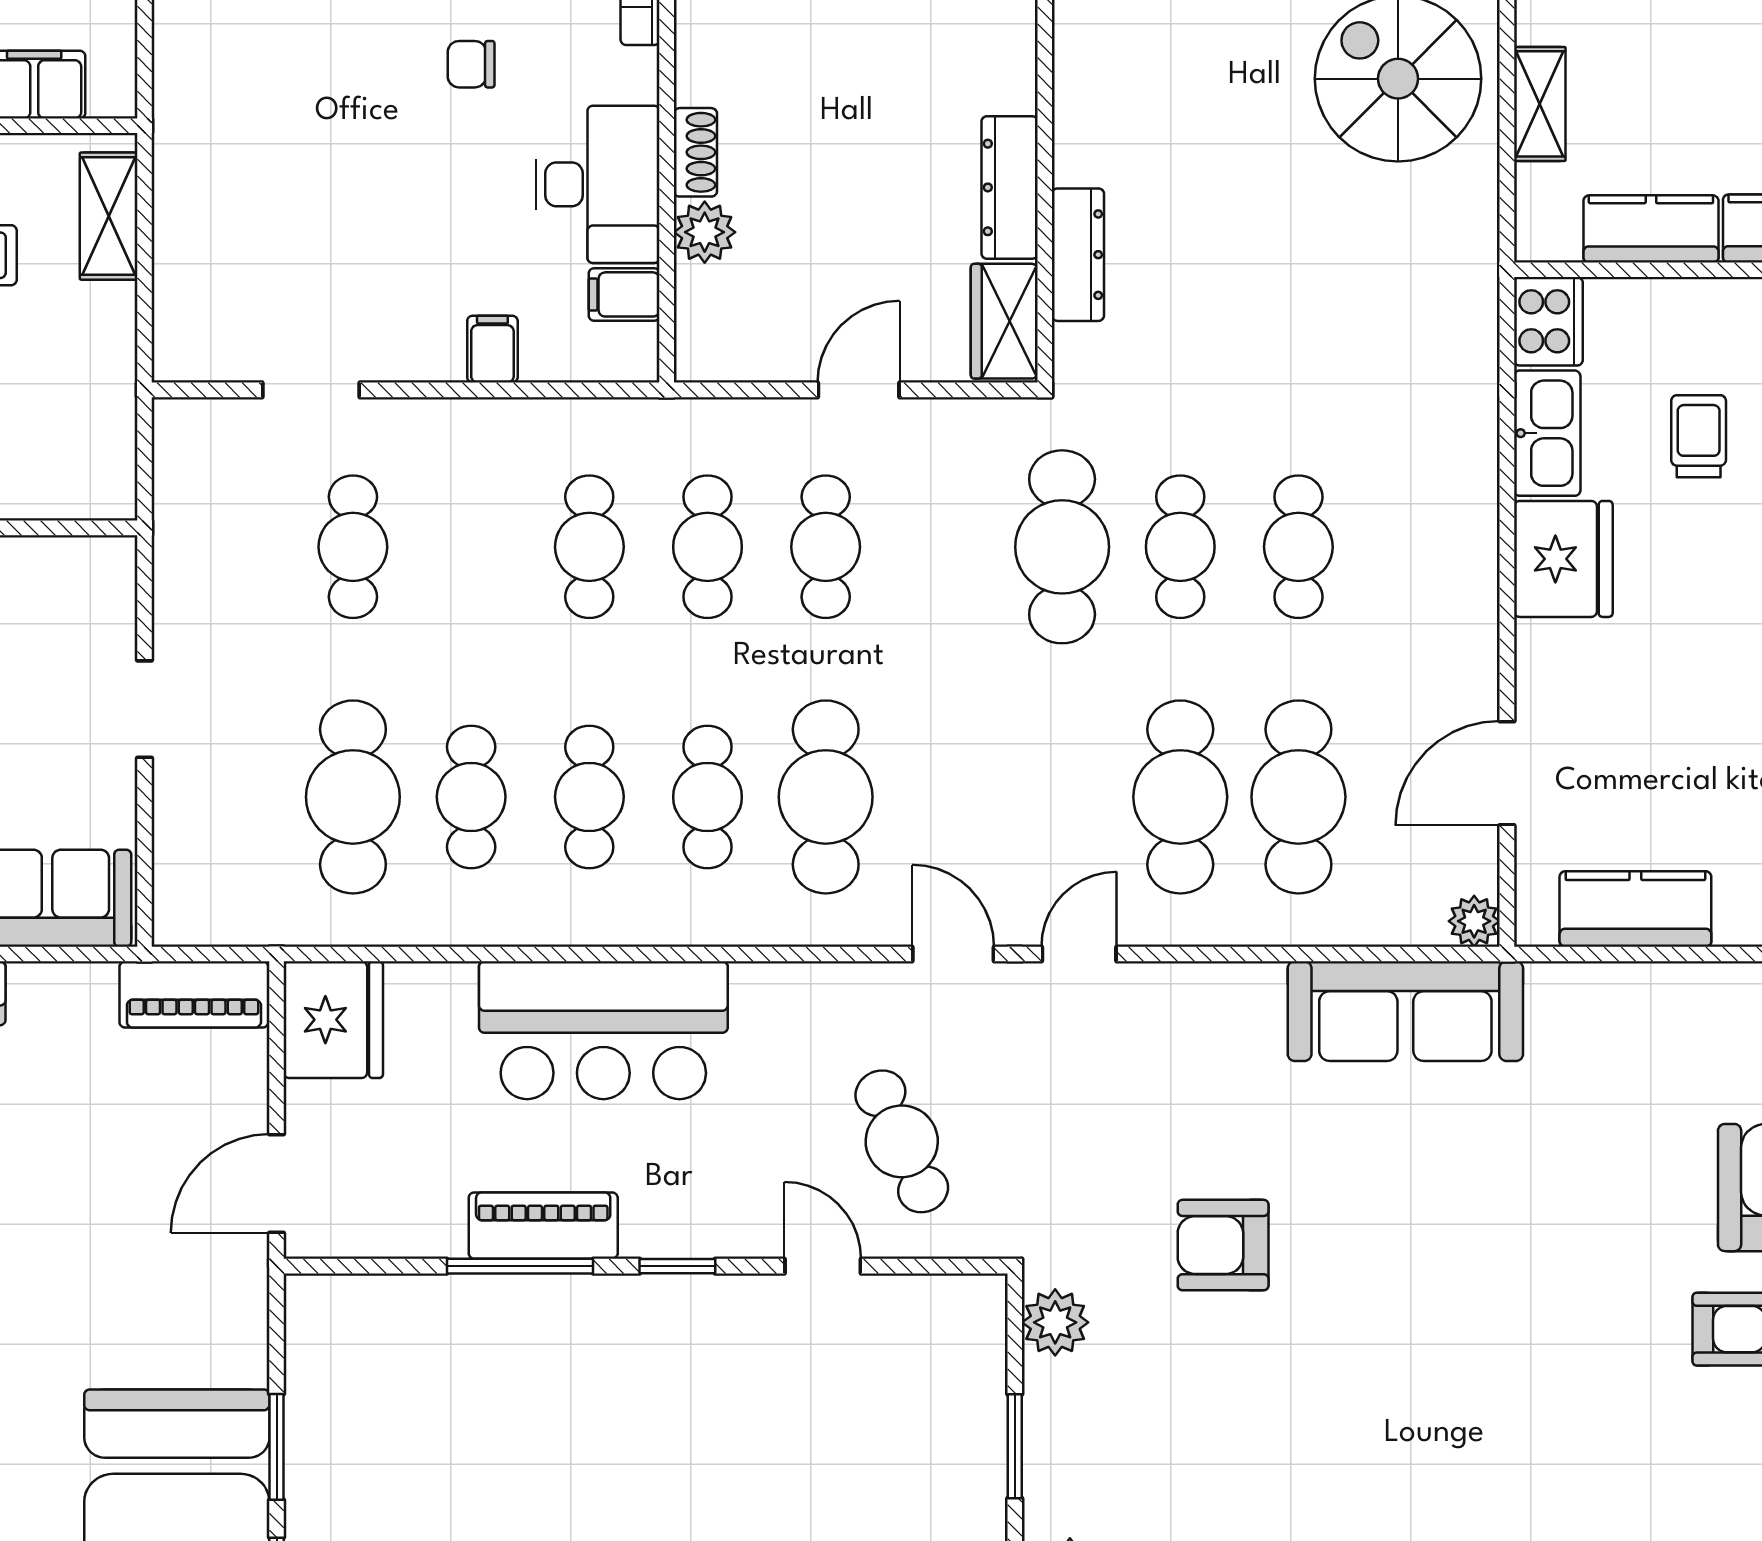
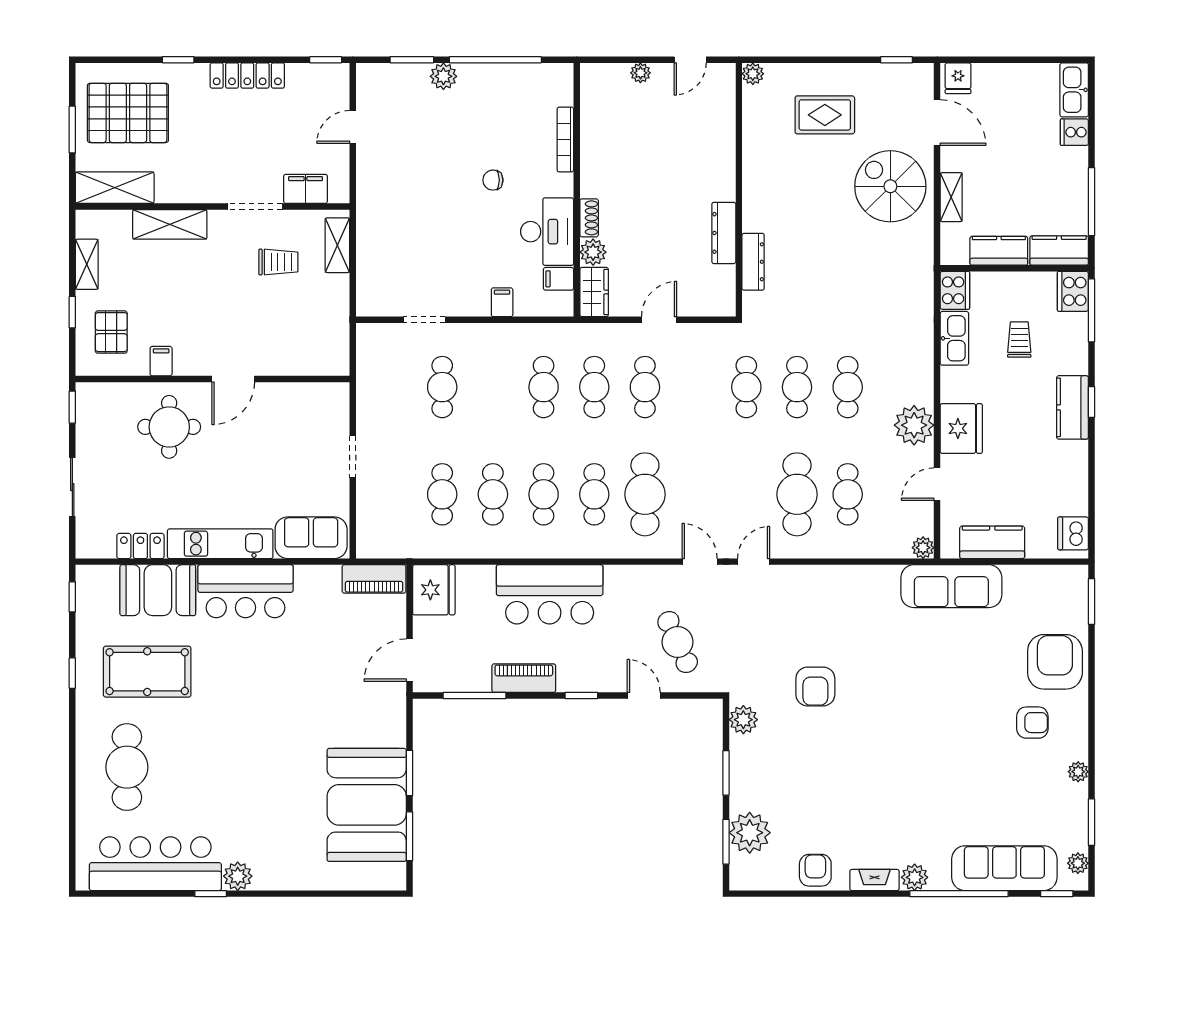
wardrobe: (1004, 321) -> (594, 292), moved, turned 180
cafe table: (1062, 547) -> (746, 387), width x0.73, depth x0.74
fridge: (1563, 559) -> (961, 428), moved
plant: (1453, 636) -> (914, 425), added
door: (1507, 773) -> (937, 484), width x0.73
cafe table: (353, 797) -> (442, 494), width x0.73, depth x0.74
cafe table: (1298, 797) -> (848, 494), width x0.73, depth x0.74
sofa: (1405, 1011) -> (951, 586), moved
armchair: (1223, 1245) -> (815, 686), turned -90
window: (520, 1266) -> (474, 695), moved

